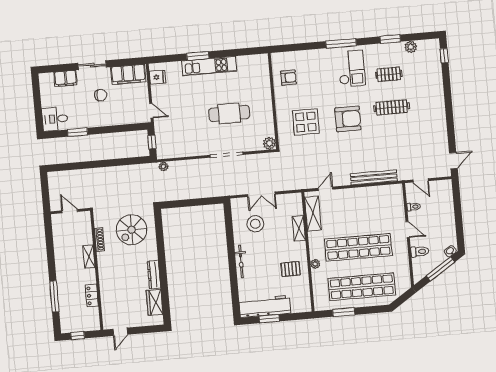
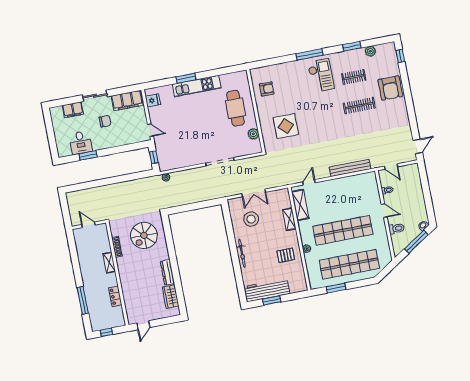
cafe table: (229, 113) -> (236, 108), moved, turned 90
desk: (55, 119) -> (81, 143), moved, turned -90
armchair: (348, 119) -> (390, 88), moved, turned 90
plant: (269, 143) -> (253, 134), moved

